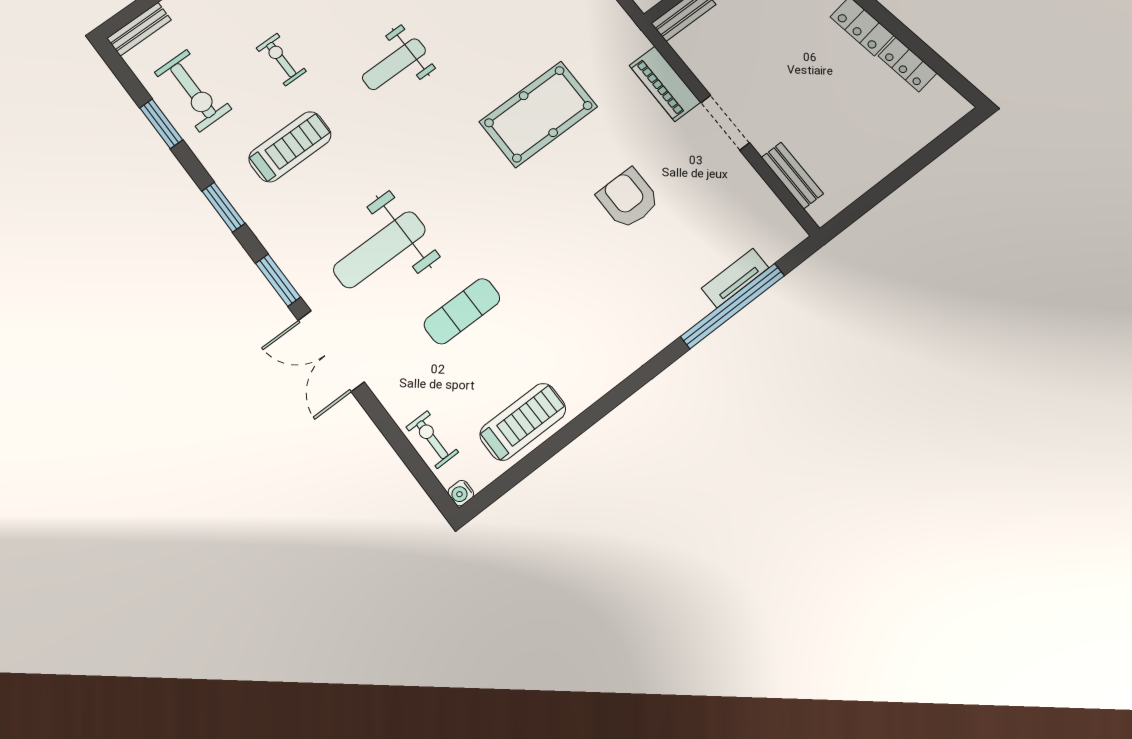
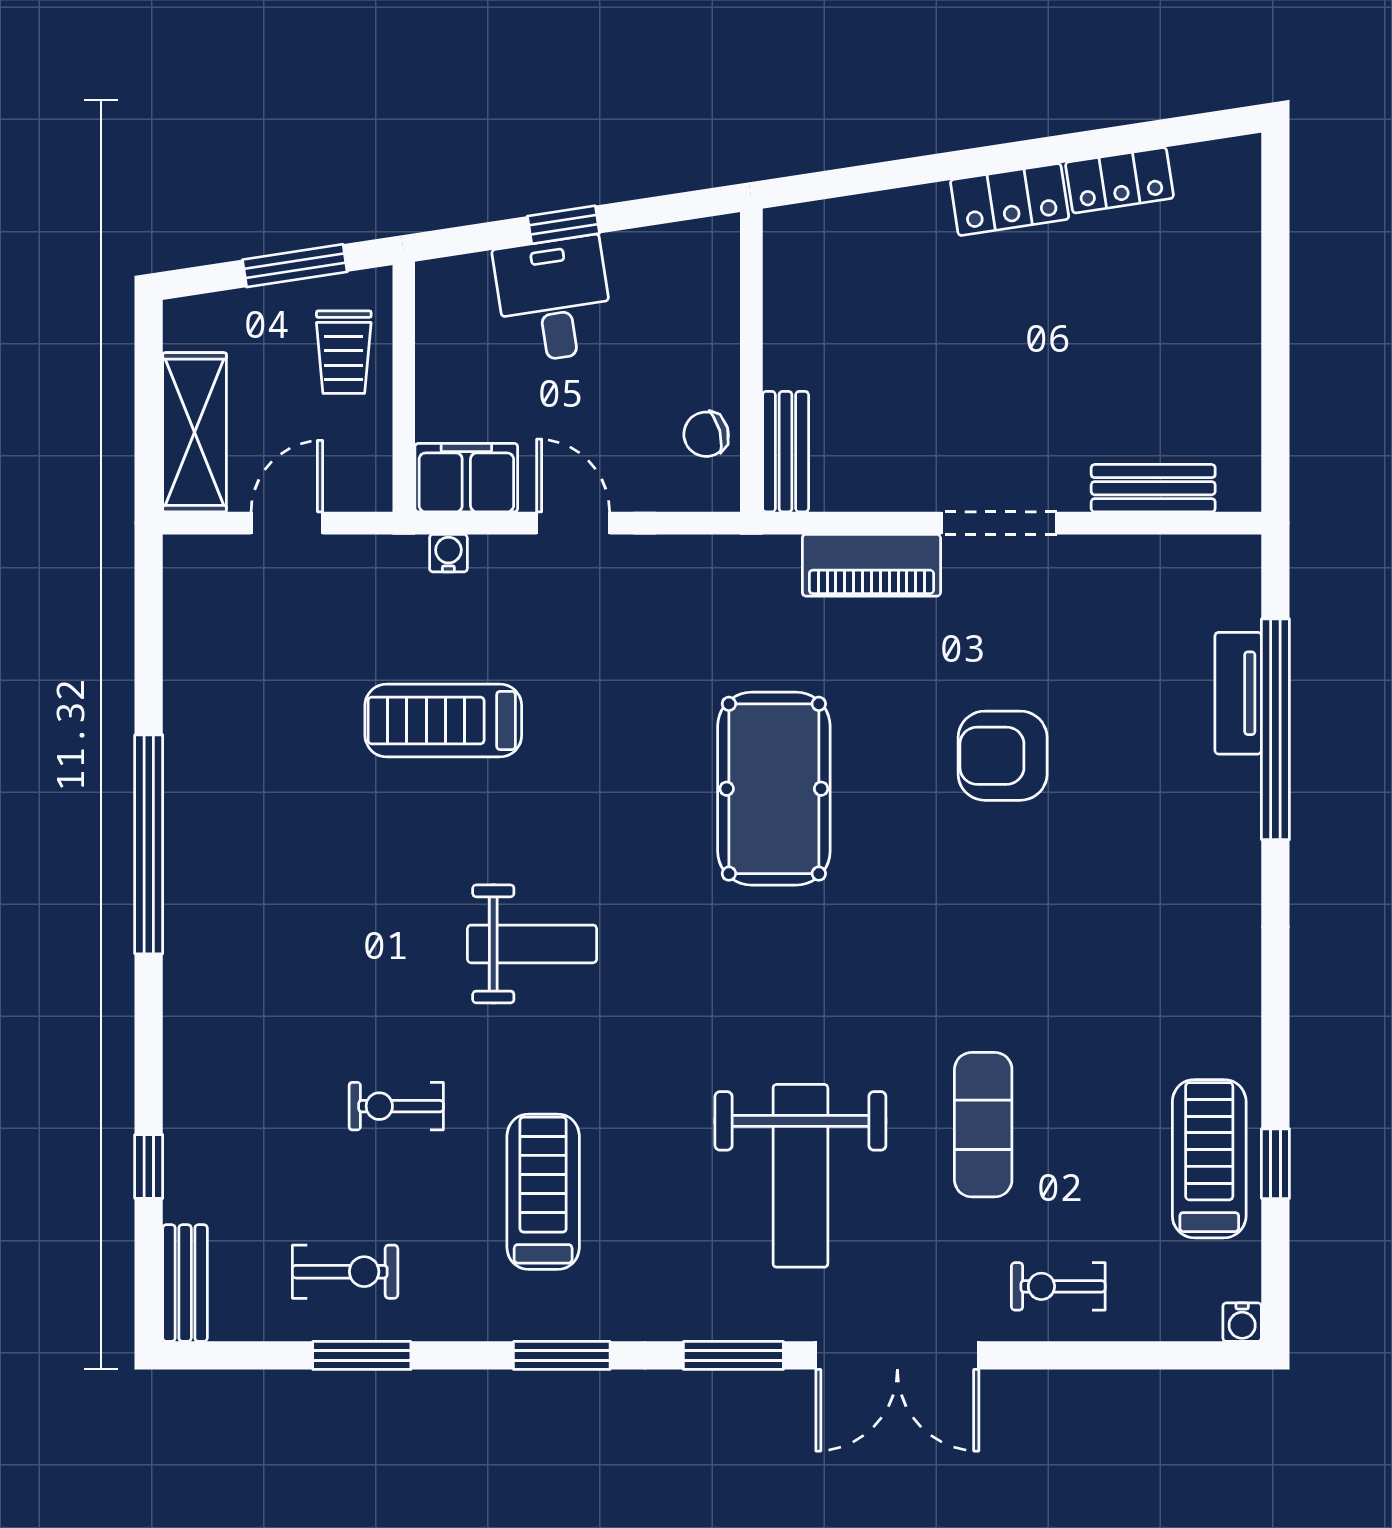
weight bench: (394, 64) -> (532, 944), turned -90
exercise bike: (193, 91) -> (345, 1272), width x0.73, depth x0.72
exercise bike: (432, 440) -> (1058, 1286), moved
window: (543, 453) -> (1275, 1164), added

